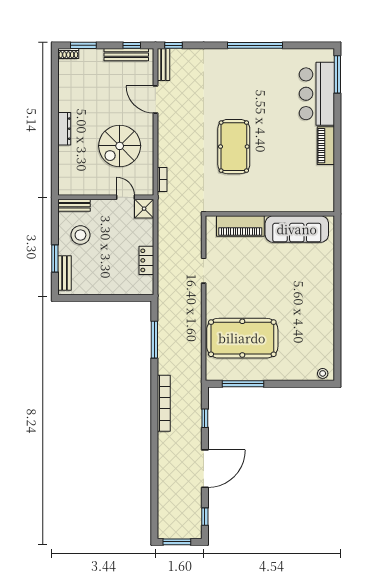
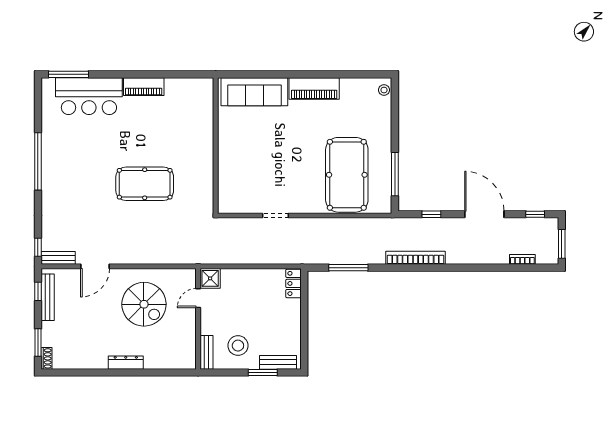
bookcase: (162, 179) -> (522, 259), moved
piano: (240, 226) -> (314, 88), moved, turned 90
sofa: (297, 229) -> (254, 92), moved, turned 90
locker: (146, 260) -> (293, 283), moved, turned 90

